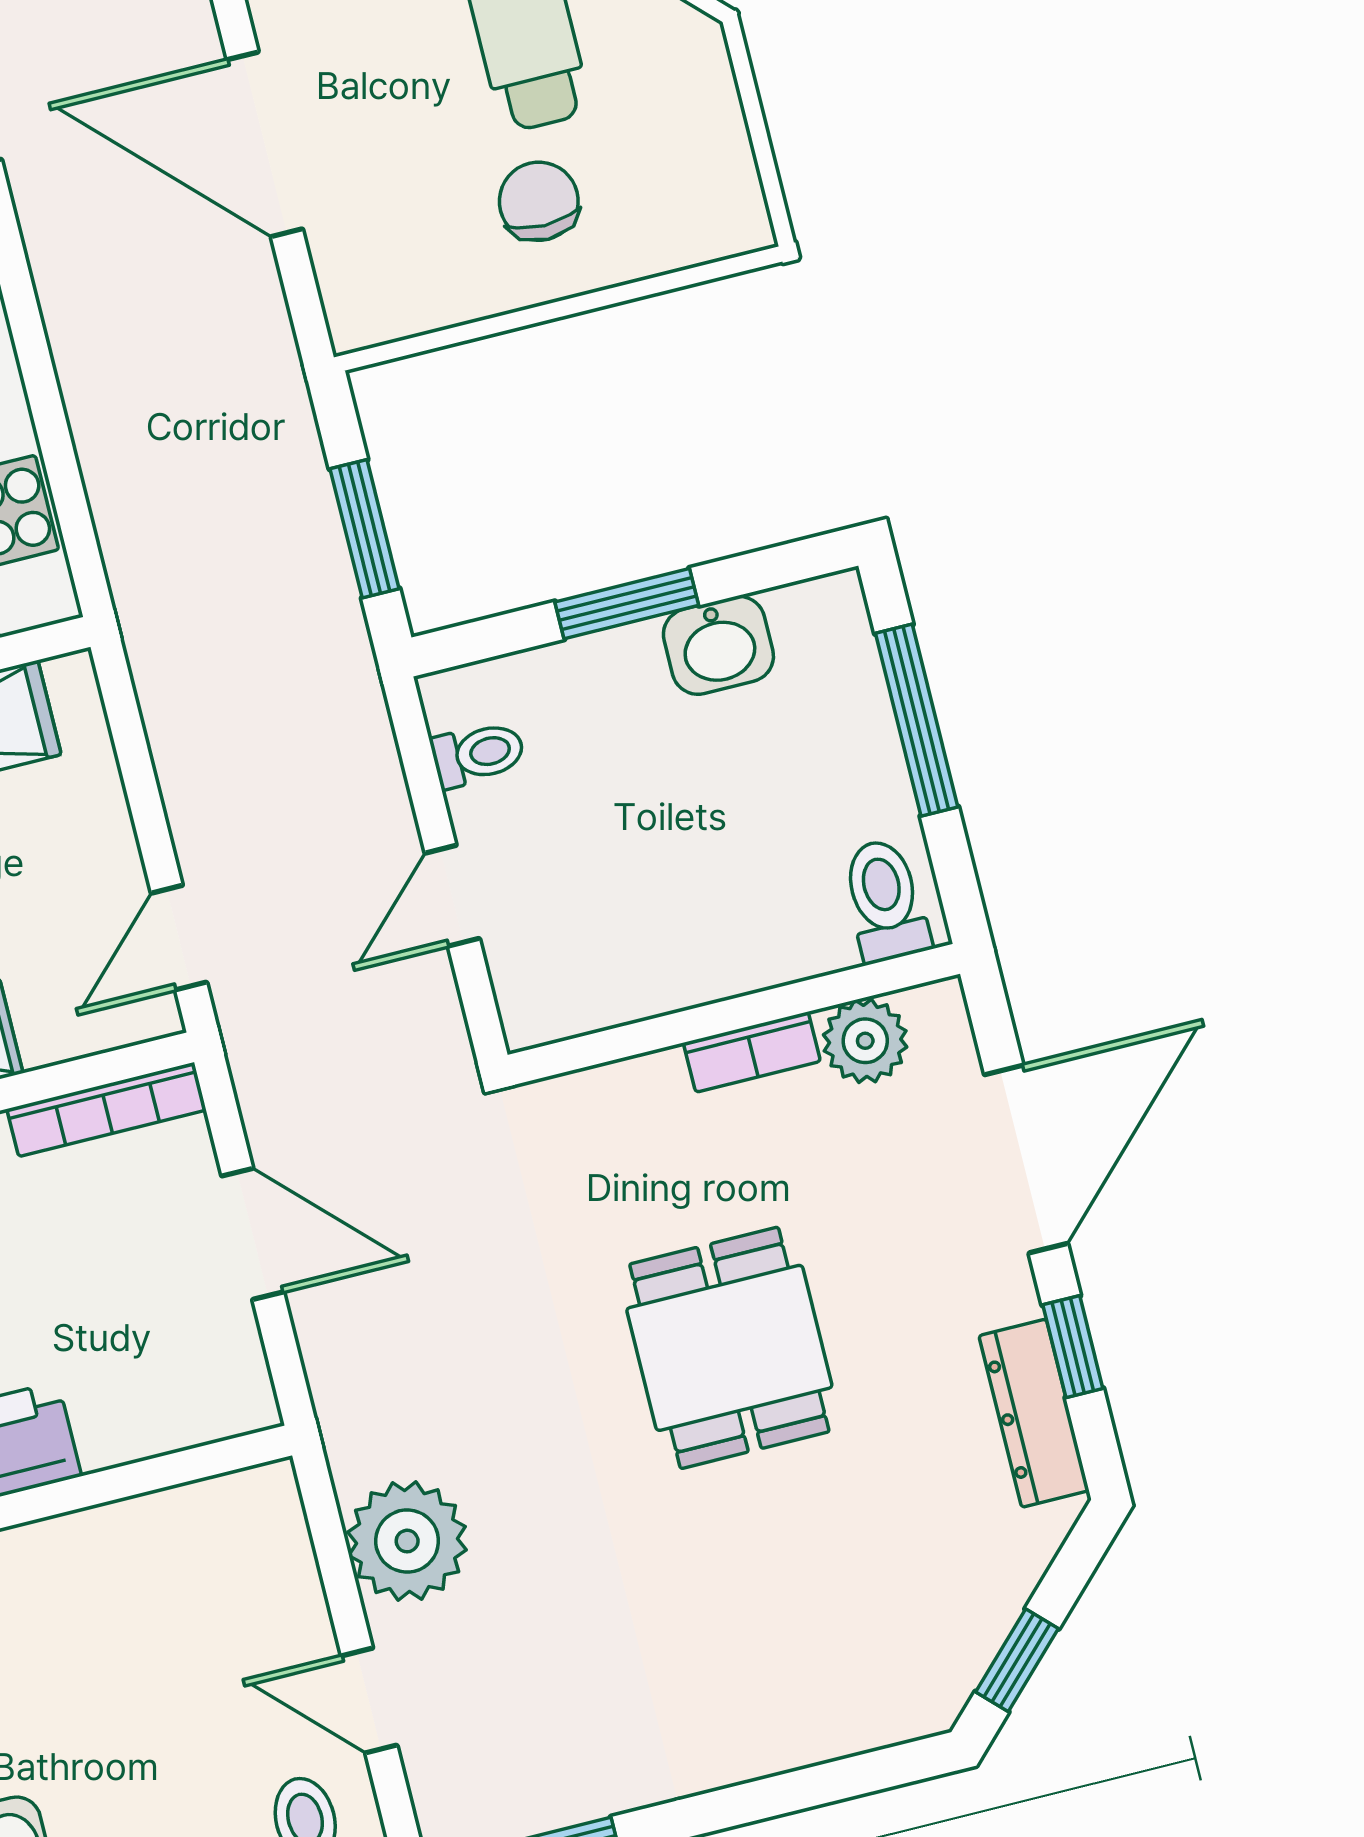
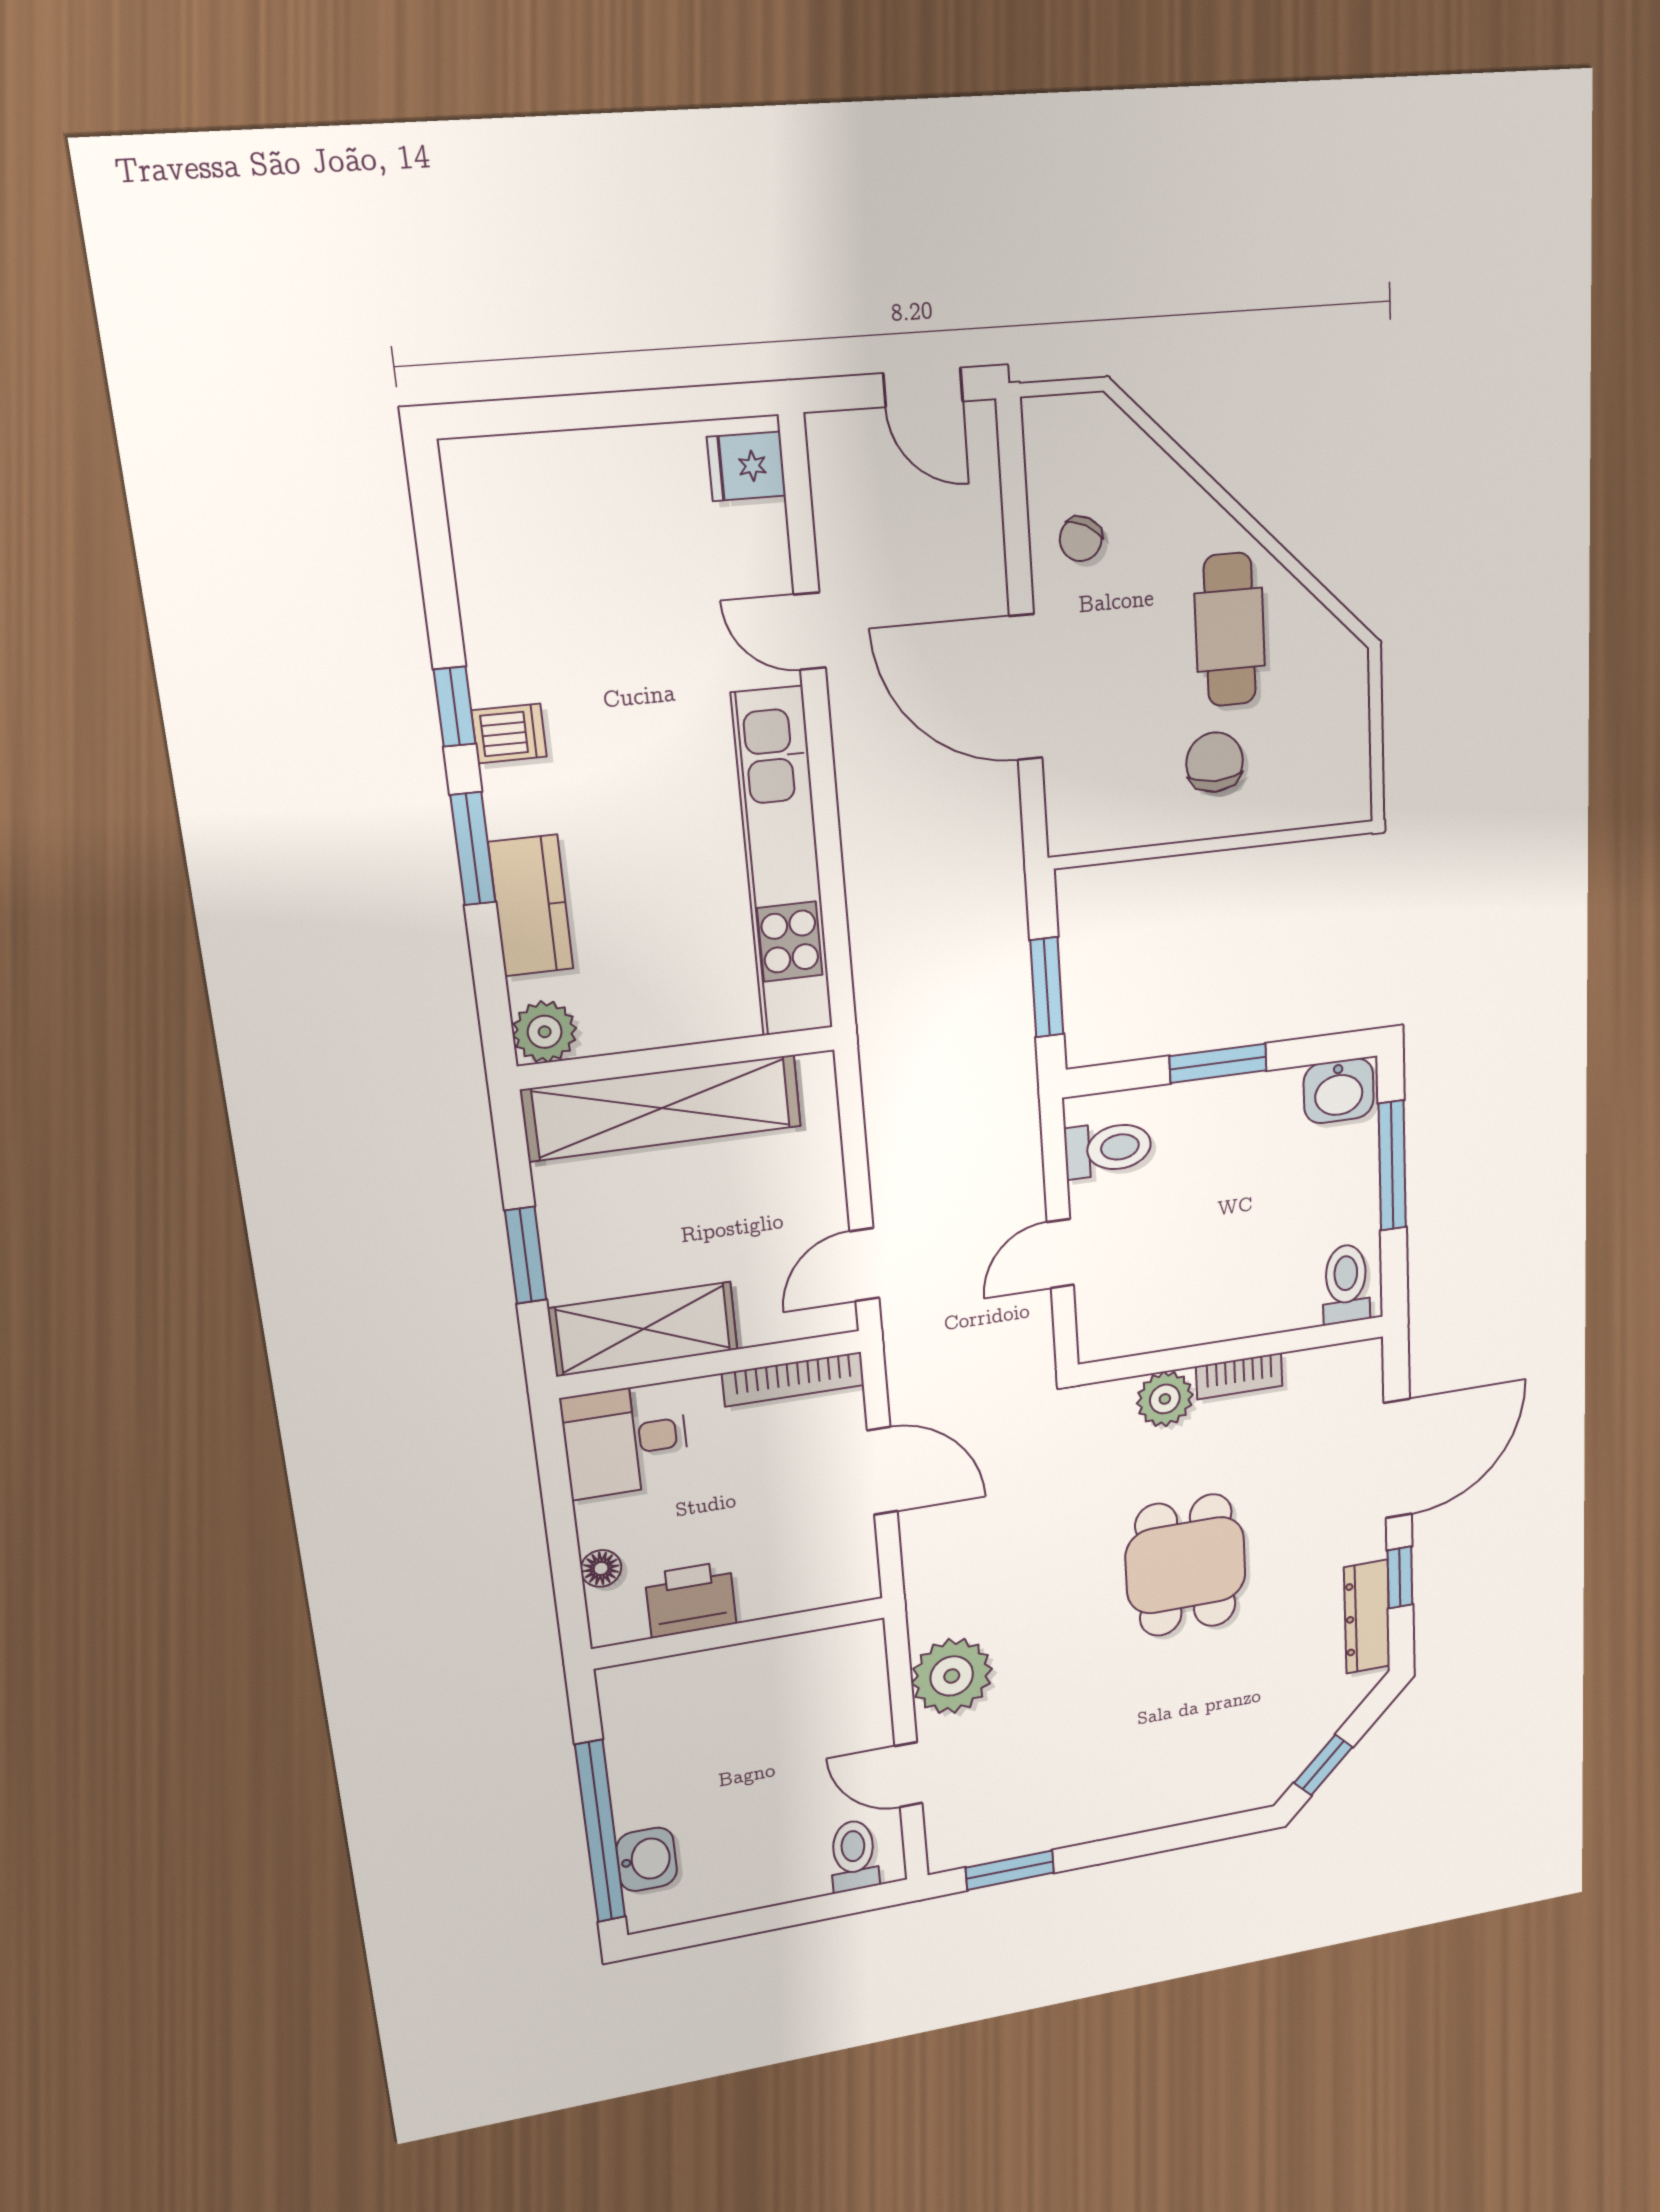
washbasin: (718, 645) -> (1339, 1091), moved
toilet: (478, 754) -> (1108, 1149), width x1.37, depth x1.39
plant: (865, 1041) -> (1165, 1399), moved

